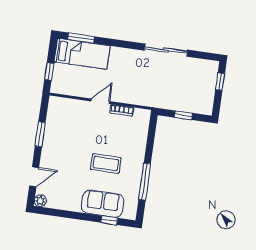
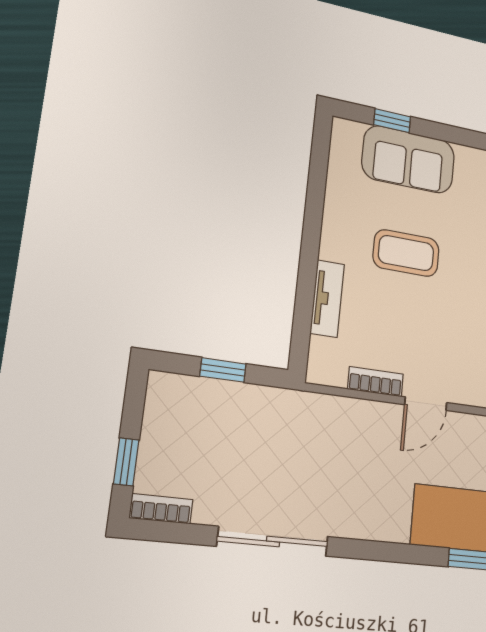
bookcase: (208, 64) -> (161, 509), added
tv unit: (141, 144) -> (327, 299), added
window: (145, 181) -> (314, 206), removed

